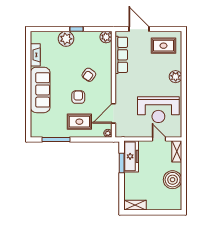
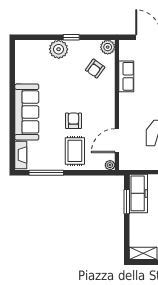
fireplace: (35, 55) -> (21, 155), moved
row of seats: (121, 55) -> (126, 76), width x0.68
armchair: (89, 75) -> (95, 69), moved
rug: (79, 122) -> (75, 151), turned 90

